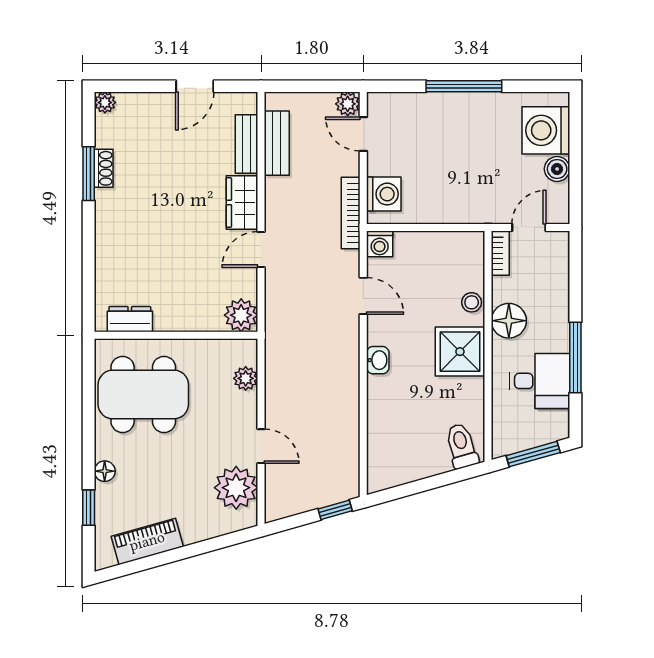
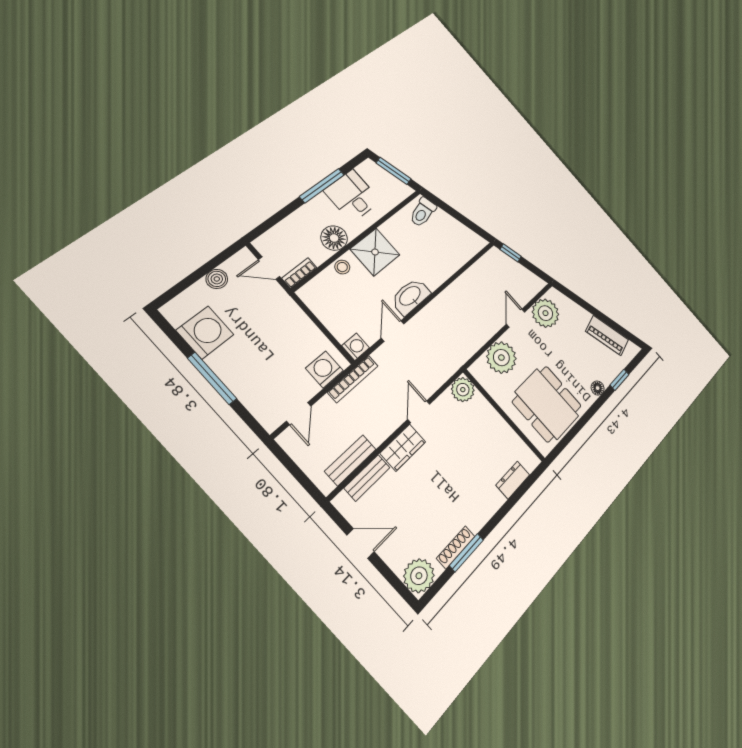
plant: (105, 103) -> (419, 576), width x1.88, depth x1.88
plant: (348, 104) -> (288, 440), removed
washing machine: (546, 130) -> (205, 332), moved, turned -90
shoe rack: (104, 168) -> (456, 547), width x1.43
door: (261, 249) -> (419, 412), swing flipped
dresser: (130, 319) -> (513, 480), moved, turned 90
washbasin: (378, 360) -> (410, 296), width x1.91, depth x1.45
plant: (246, 378) -> (501, 358), width x1.87, depth x1.87

